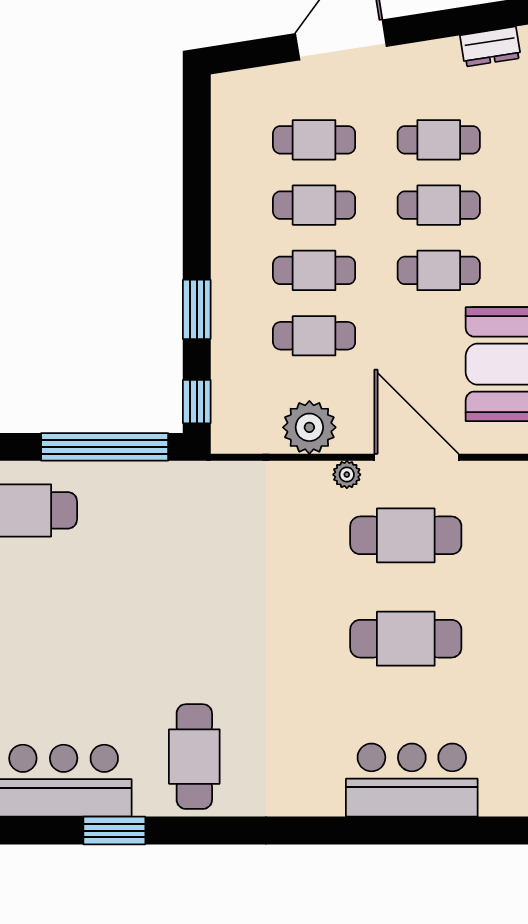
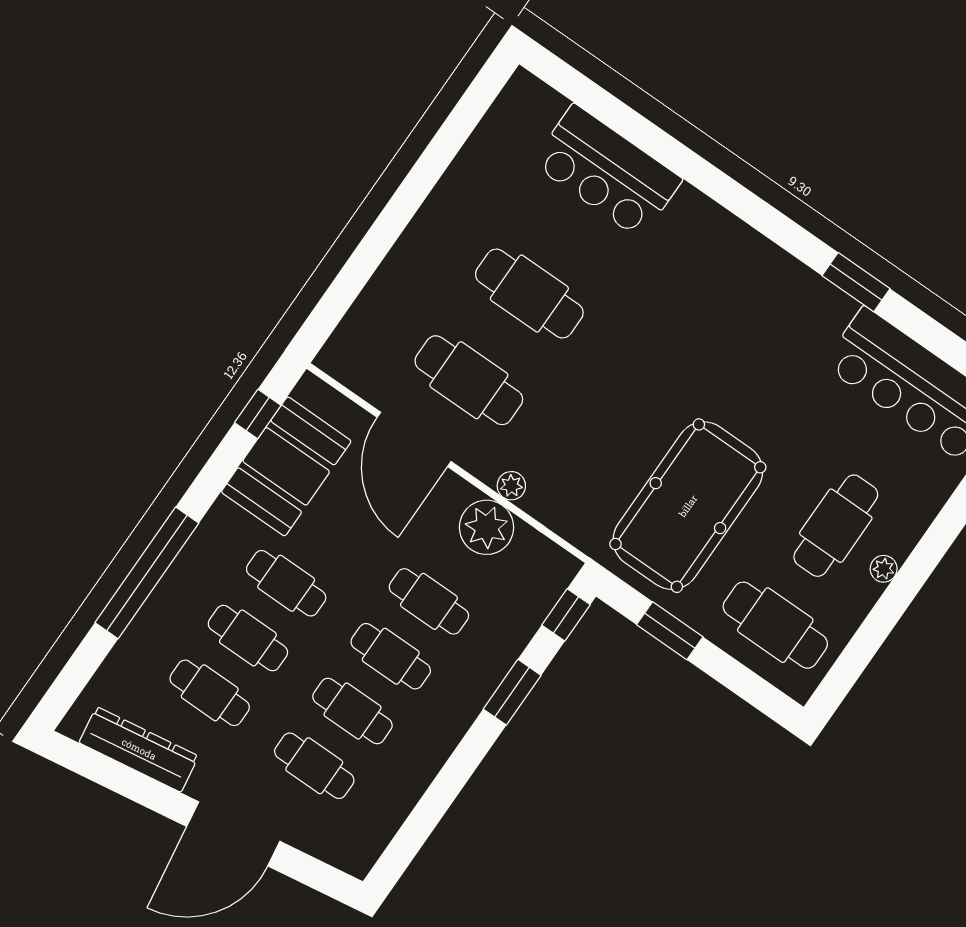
dresser: (490, 47) -> (139, 749), width x1.96, depth x1.24
window: (105, 447) -> (670, 631), width x0.47
plant: (347, 475) -> (511, 486), moved
pool table: (160, 557) -> (688, 506), added
cafe table: (194, 757) -> (836, 526), moved
window: (114, 831) -> (856, 282), moved

